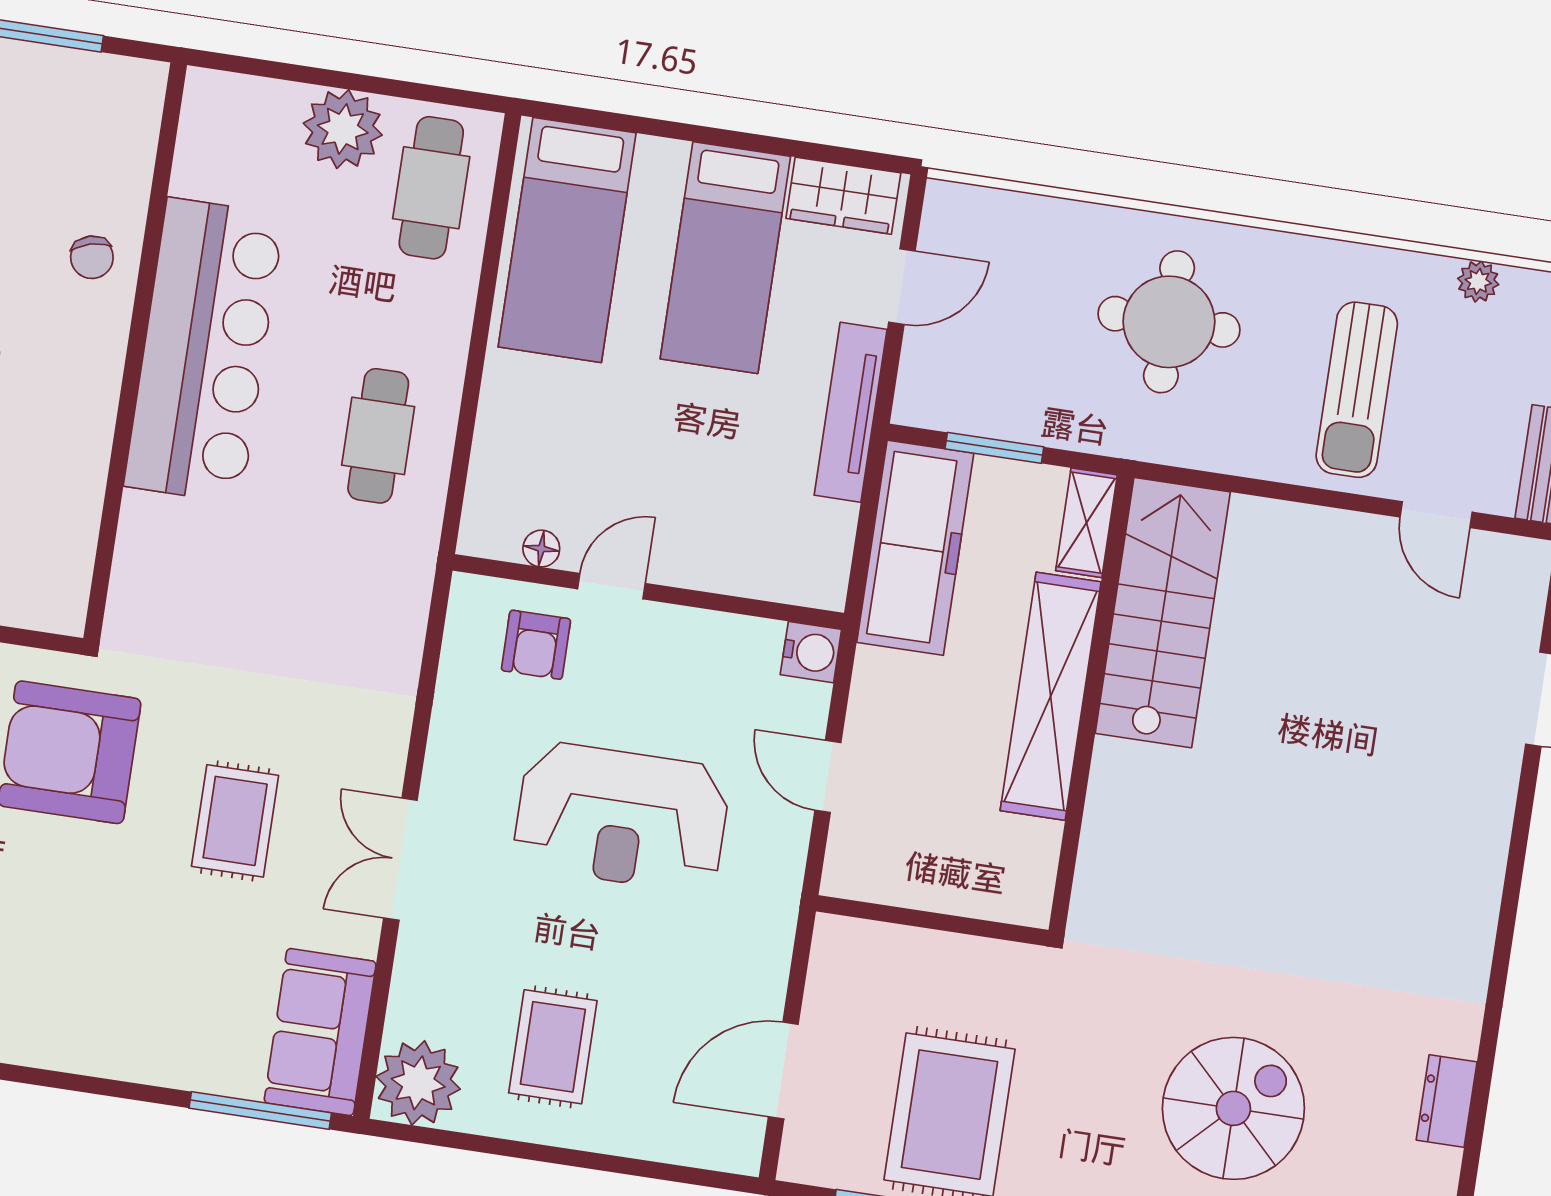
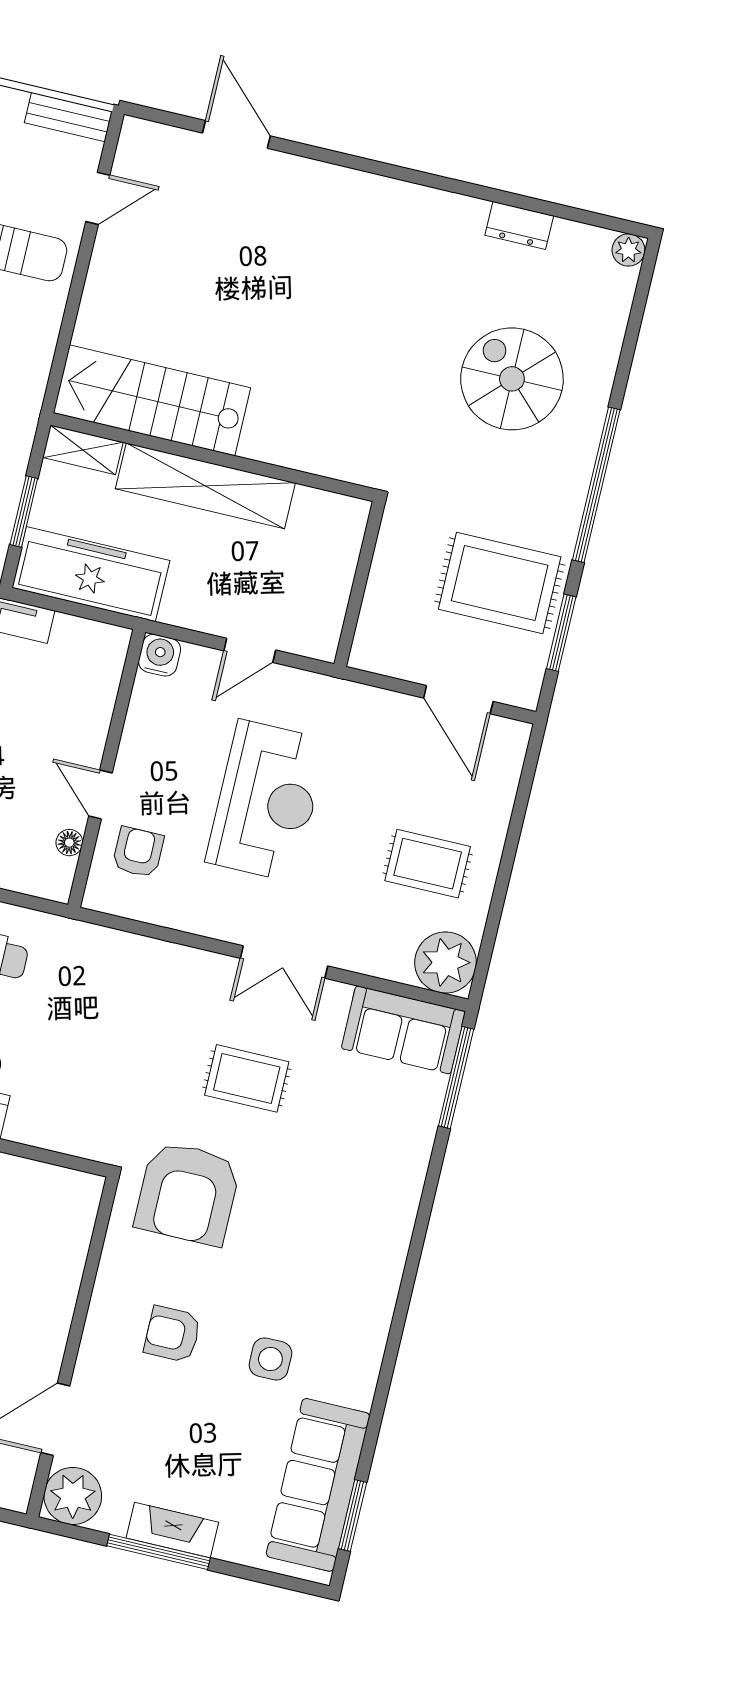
armchair: (536, 645) -> (138, 852), turned -90

